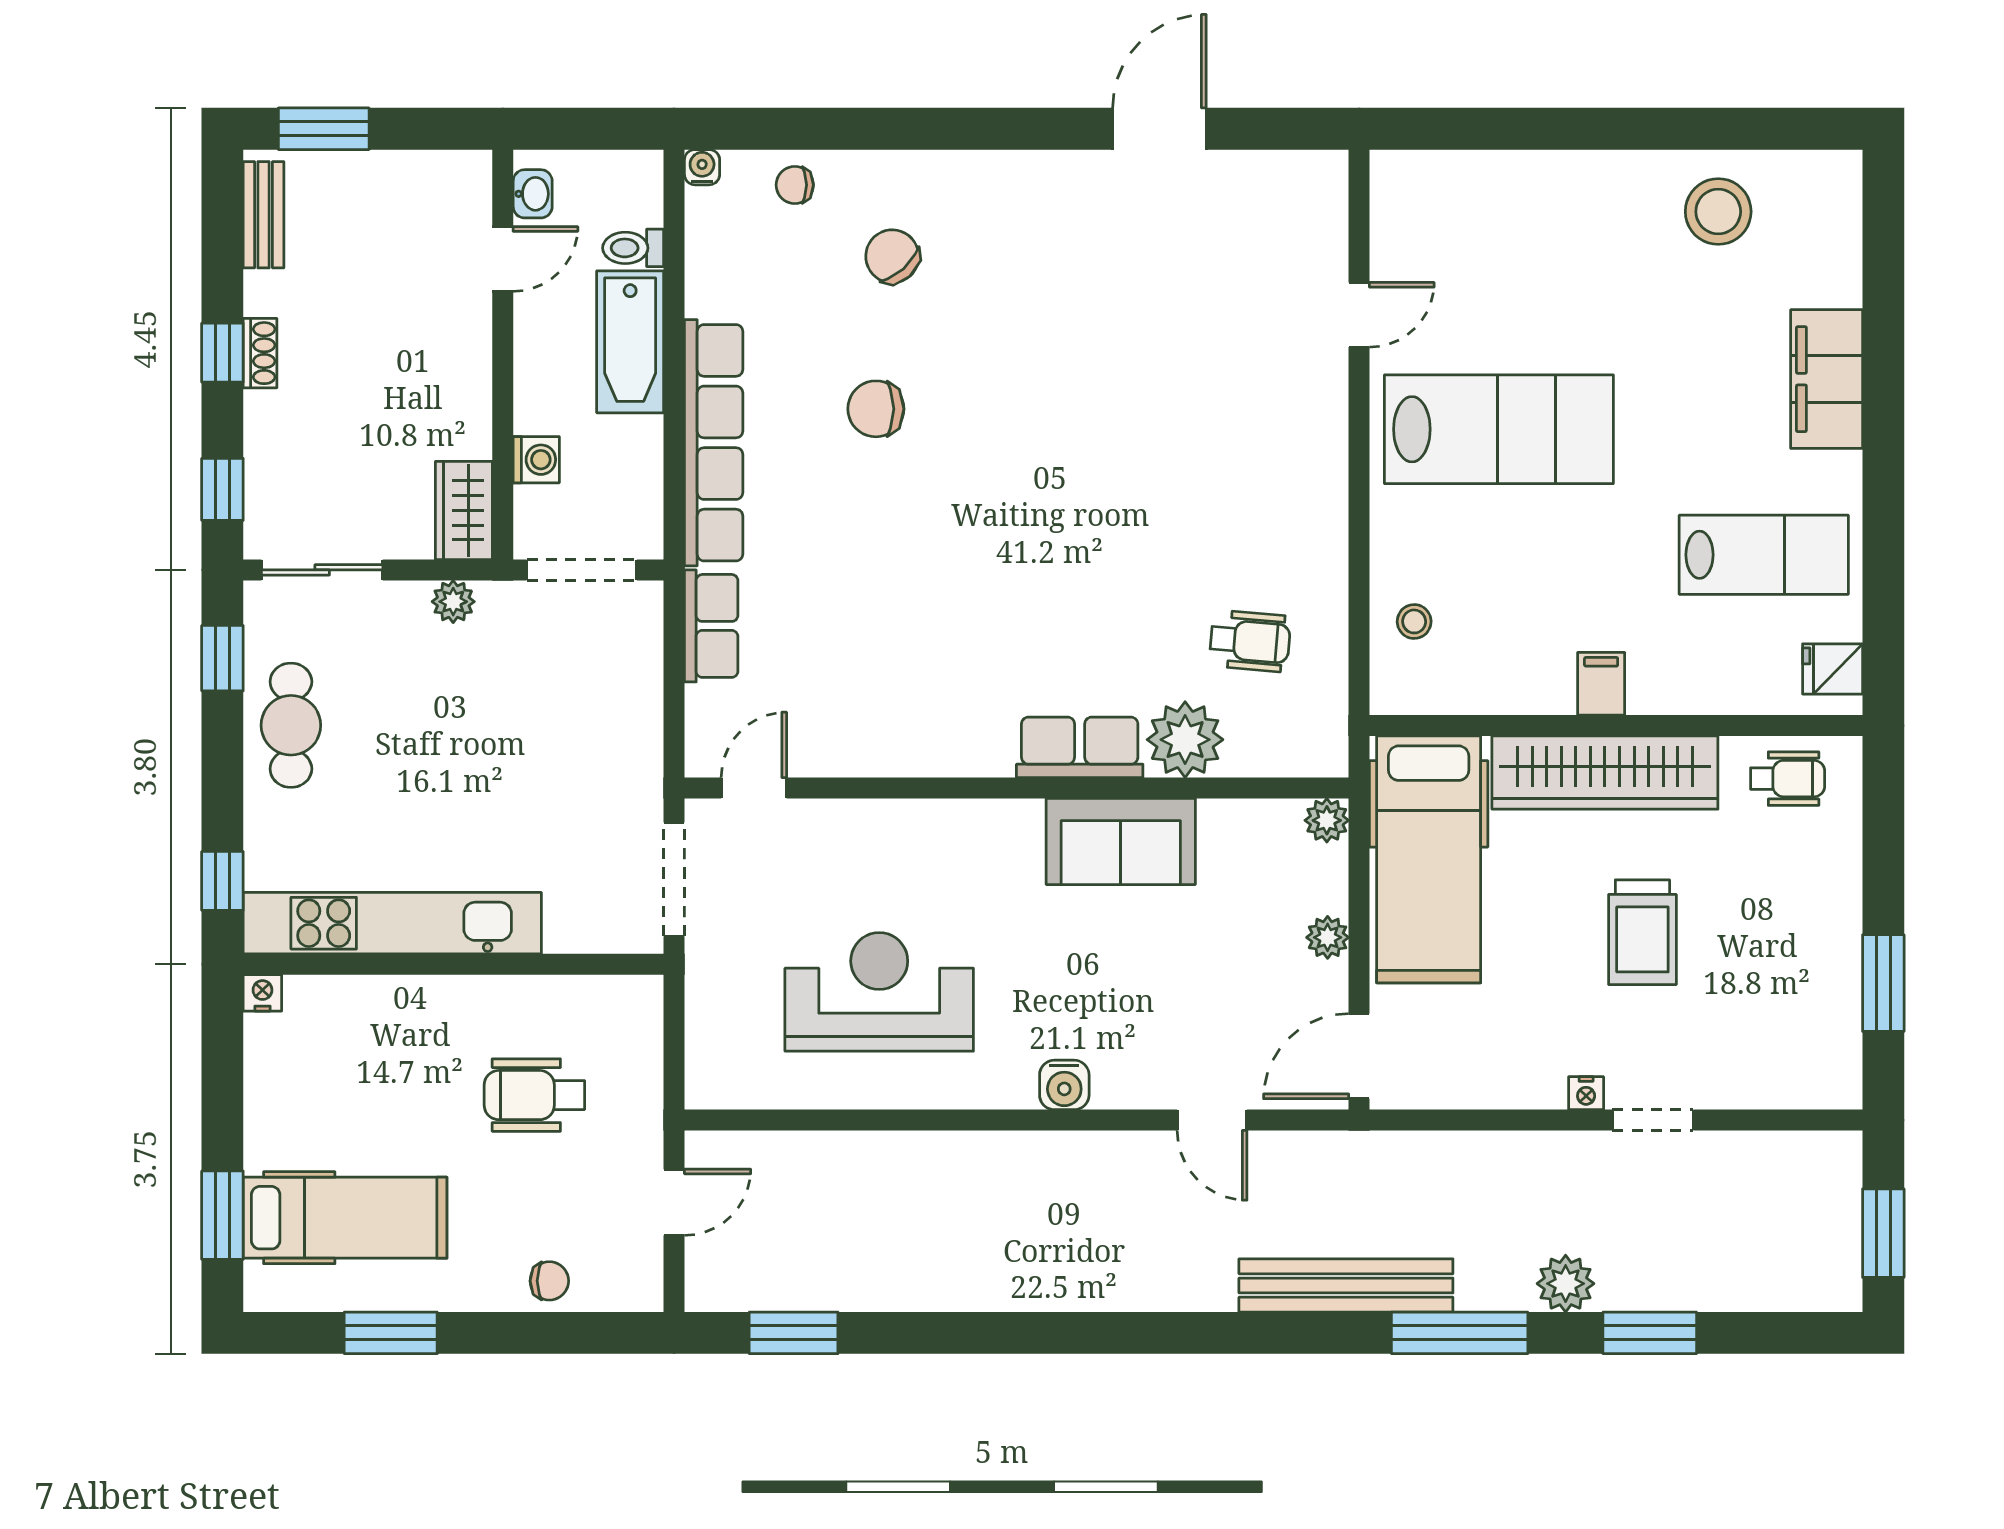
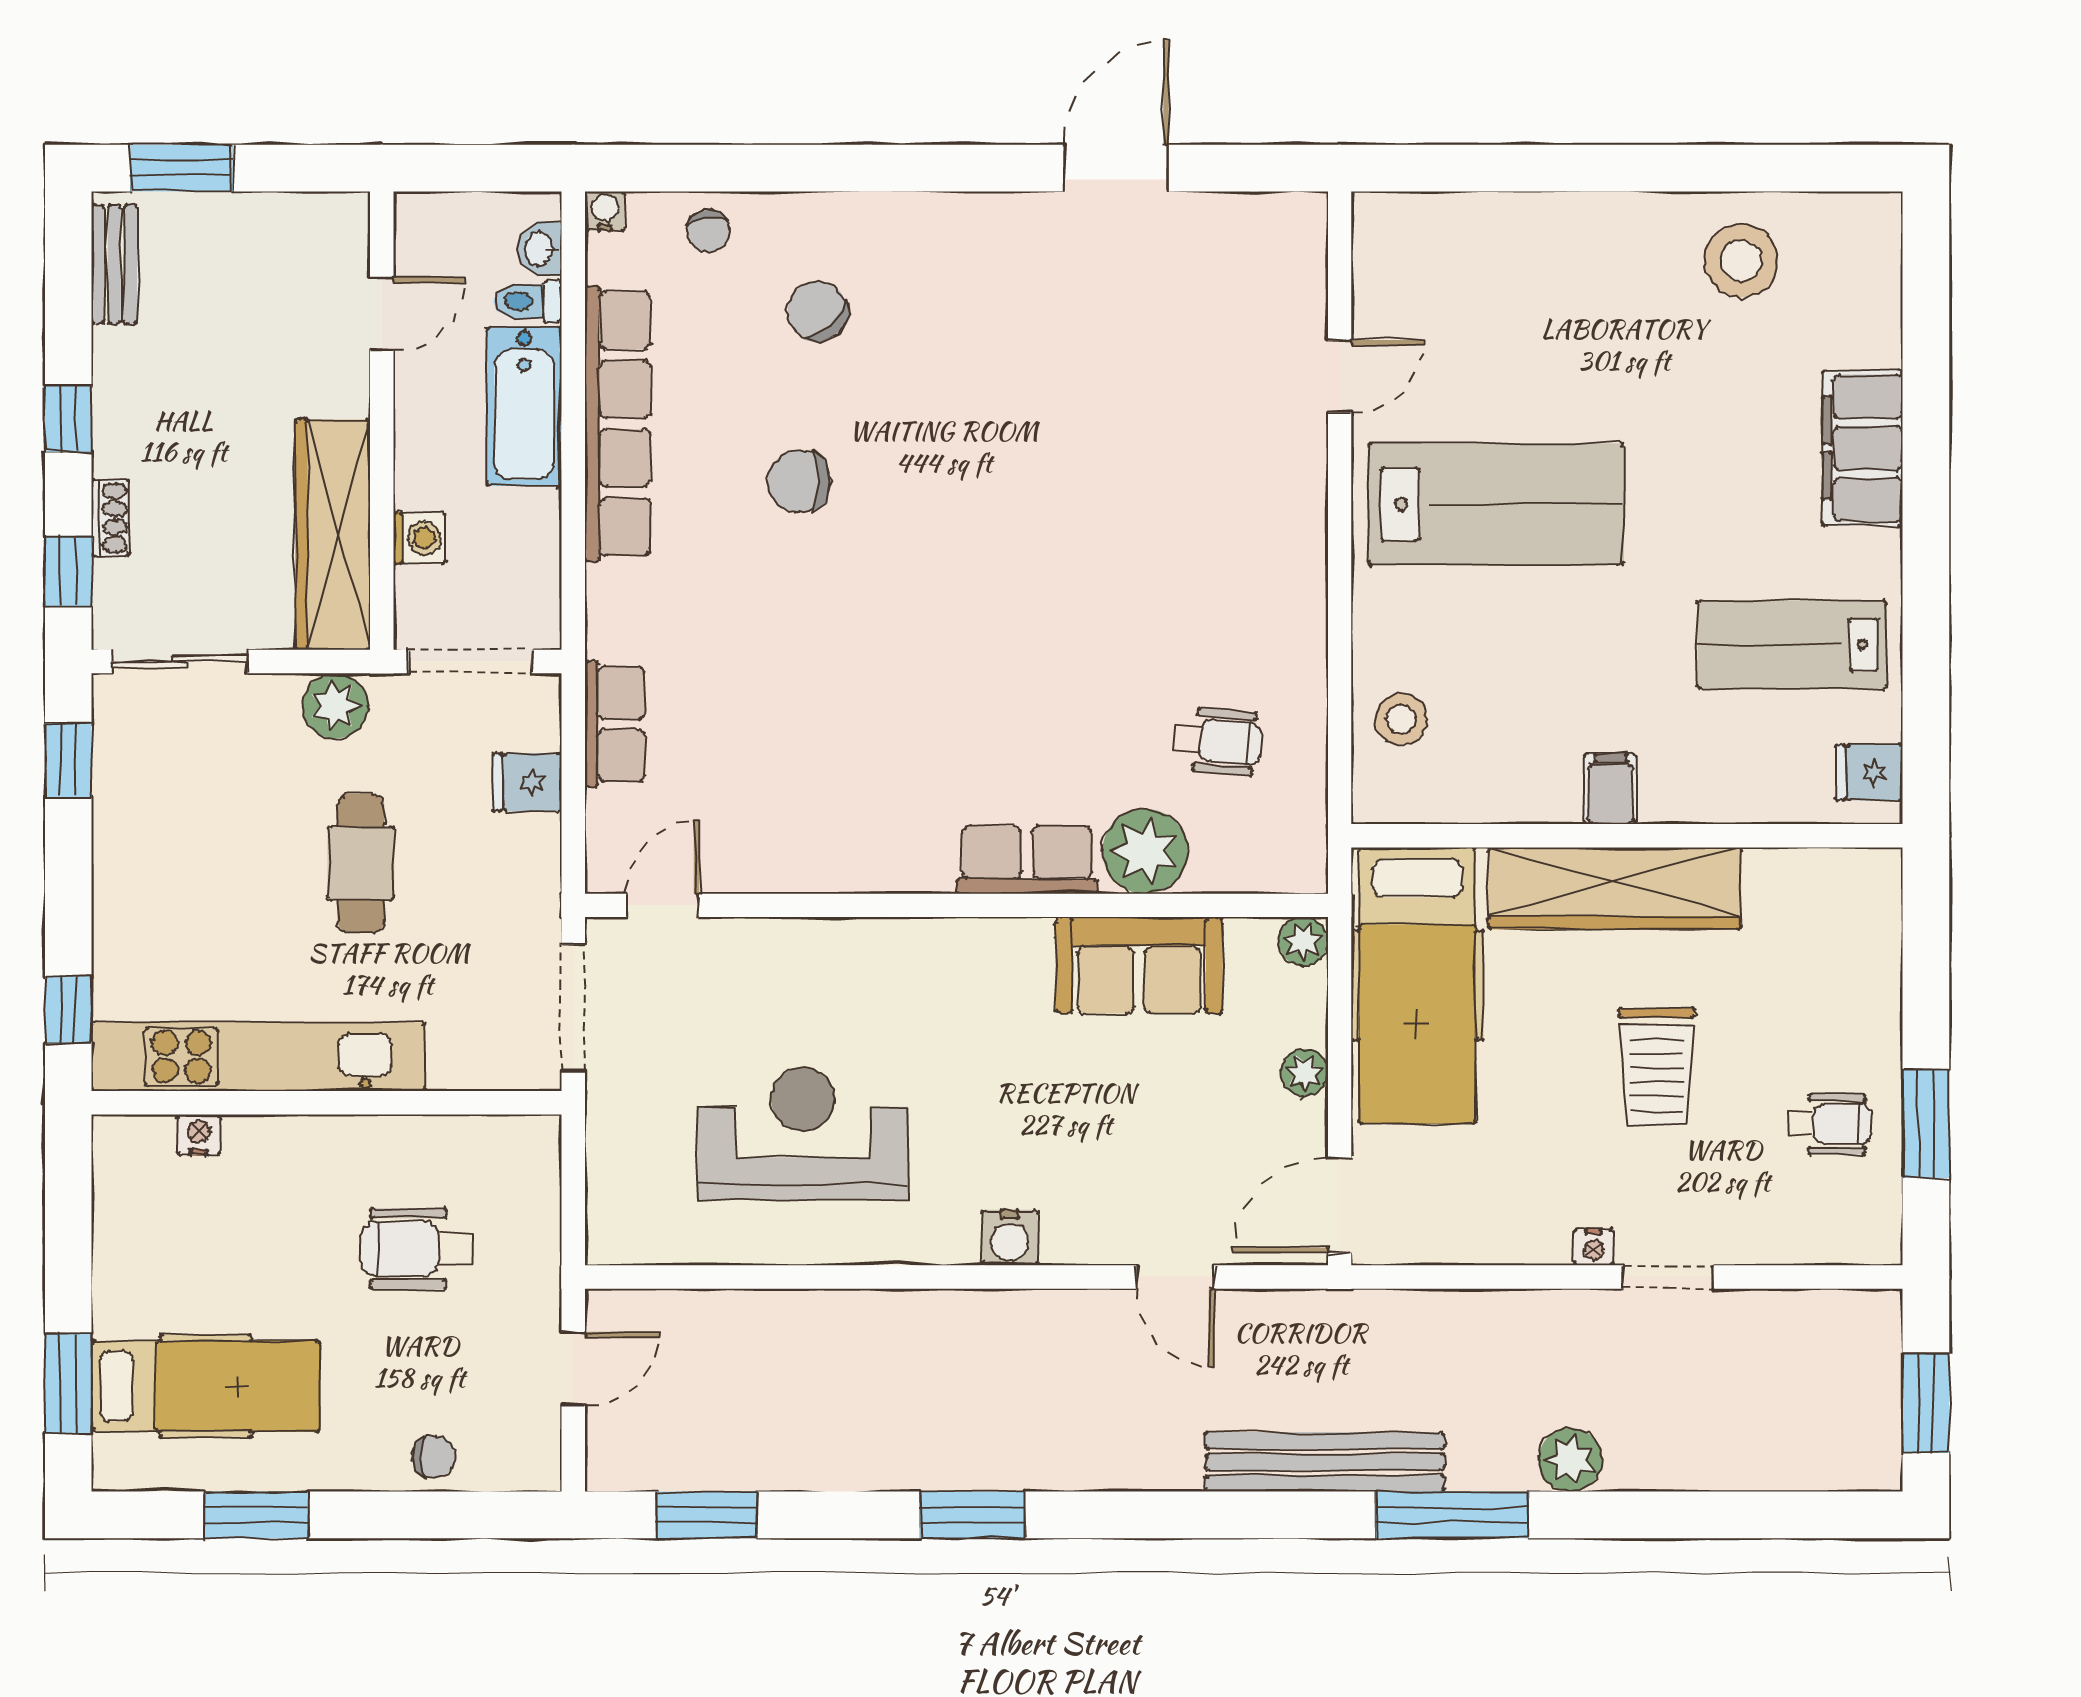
chair: (795, 185) -> (708, 231), turned -98
washbasin: (533, 194) -> (540, 249), moved, turned 180
shoe rack: (260, 353) -> (110, 518), moved
row of seats: (714, 443) -> (618, 424), moved
wardrobe: (464, 510) -> (333, 535), width x2.10, depth x1.17
lab bench: (1764, 555) -> (1792, 645), turned 180
plant: (453, 602) -> (335, 706), width x1.38, depth x1.38
stool: (1414, 621) -> (1401, 719), width x1.37, depth x1.37
fridge: (633, 678) -> (527, 782), added
cafe table: (291, 725) -> (361, 863), moved
wheelchair: (1788, 779) -> (1830, 1124), moved
sofa: (1121, 841) -> (1139, 965), moved
nightstand: (262, 993) -> (199, 1135), moved
window: (1650, 1333) -> (973, 1515), moved

